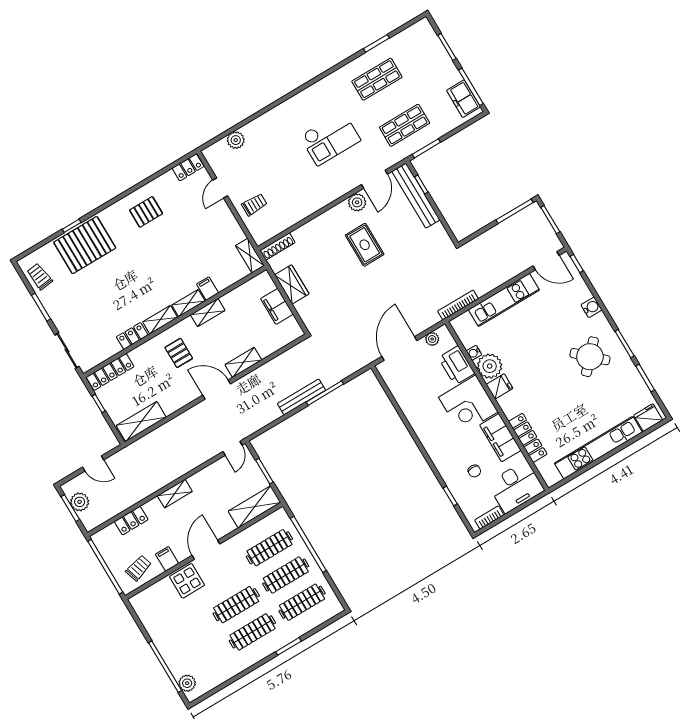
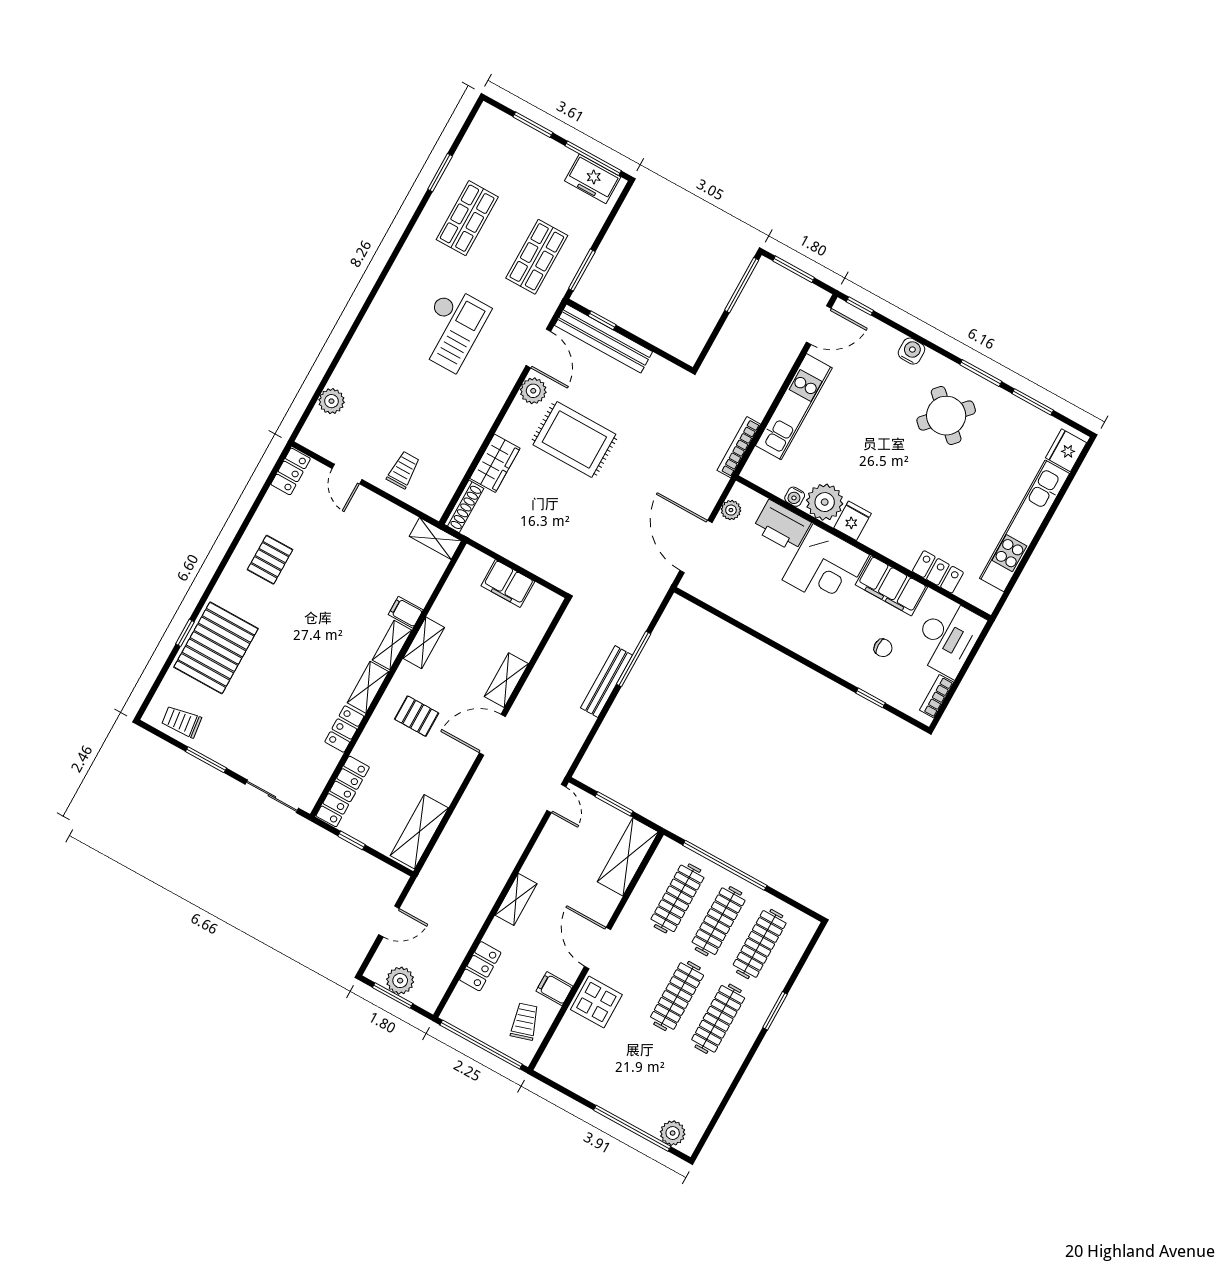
rug: (365, 245) -> (574, 440), width x1.36, depth x1.43
wardrobe: (292, 284) -> (495, 463), moved, turned 90
locker: (528, 438) -> (938, 572), width x0.66

